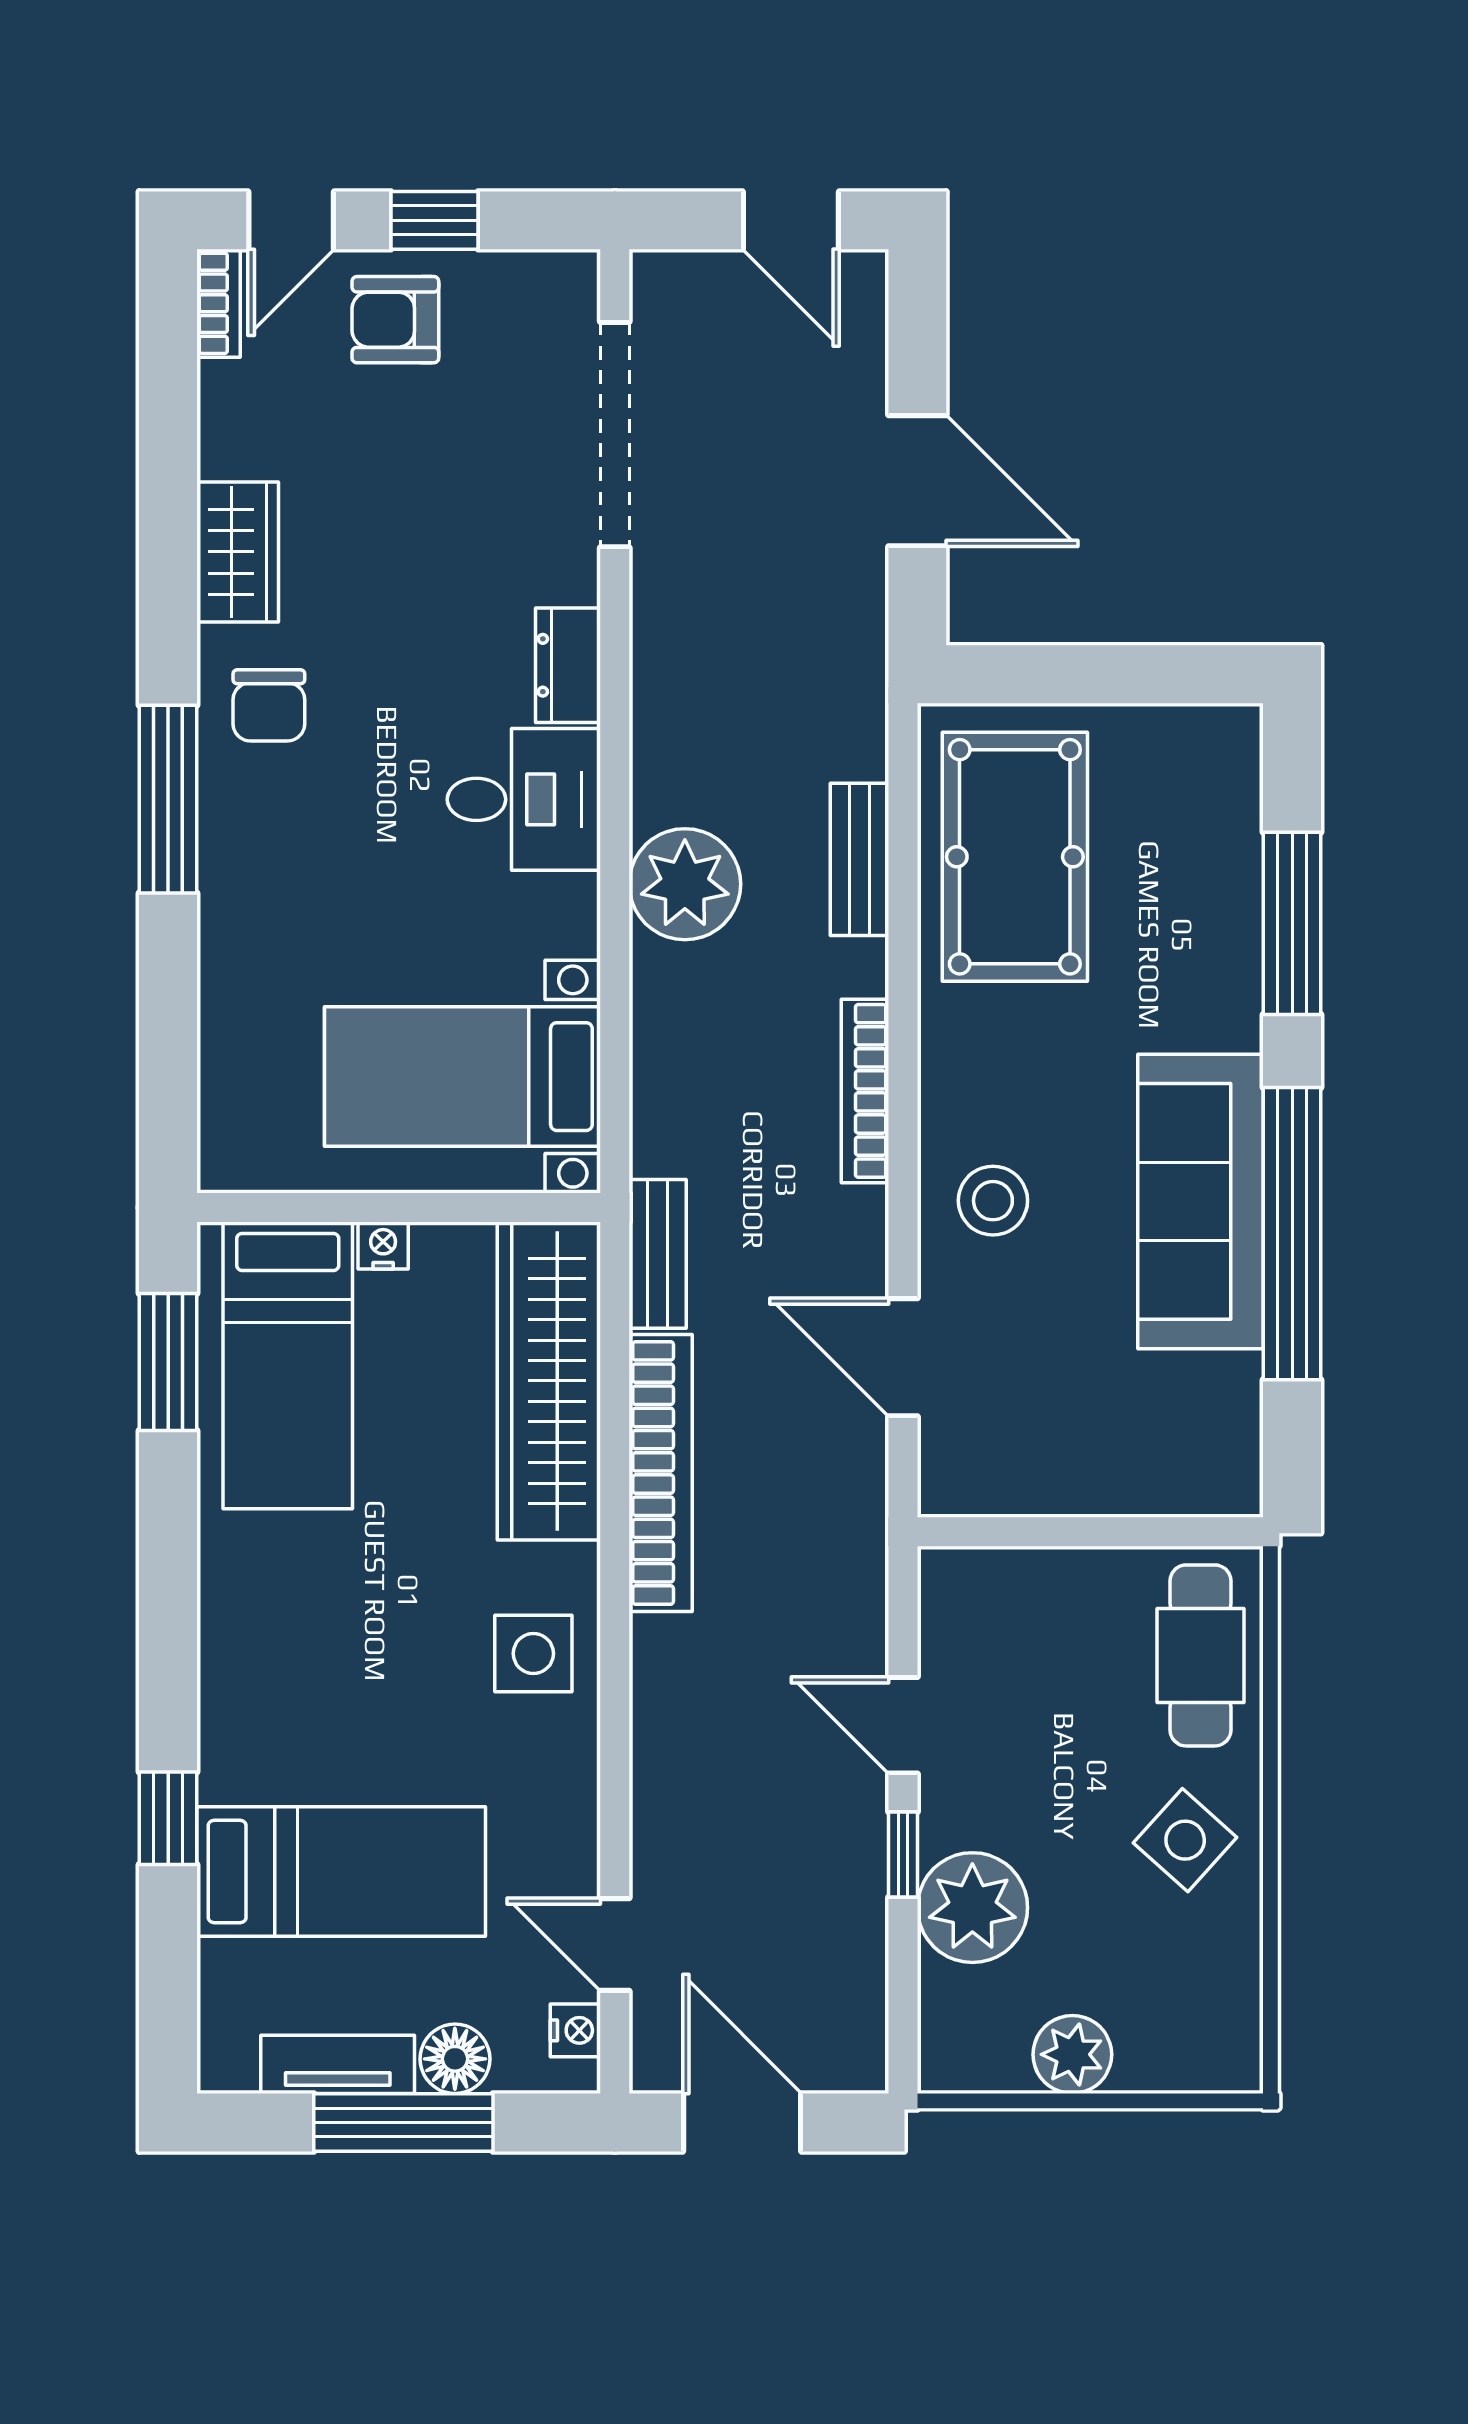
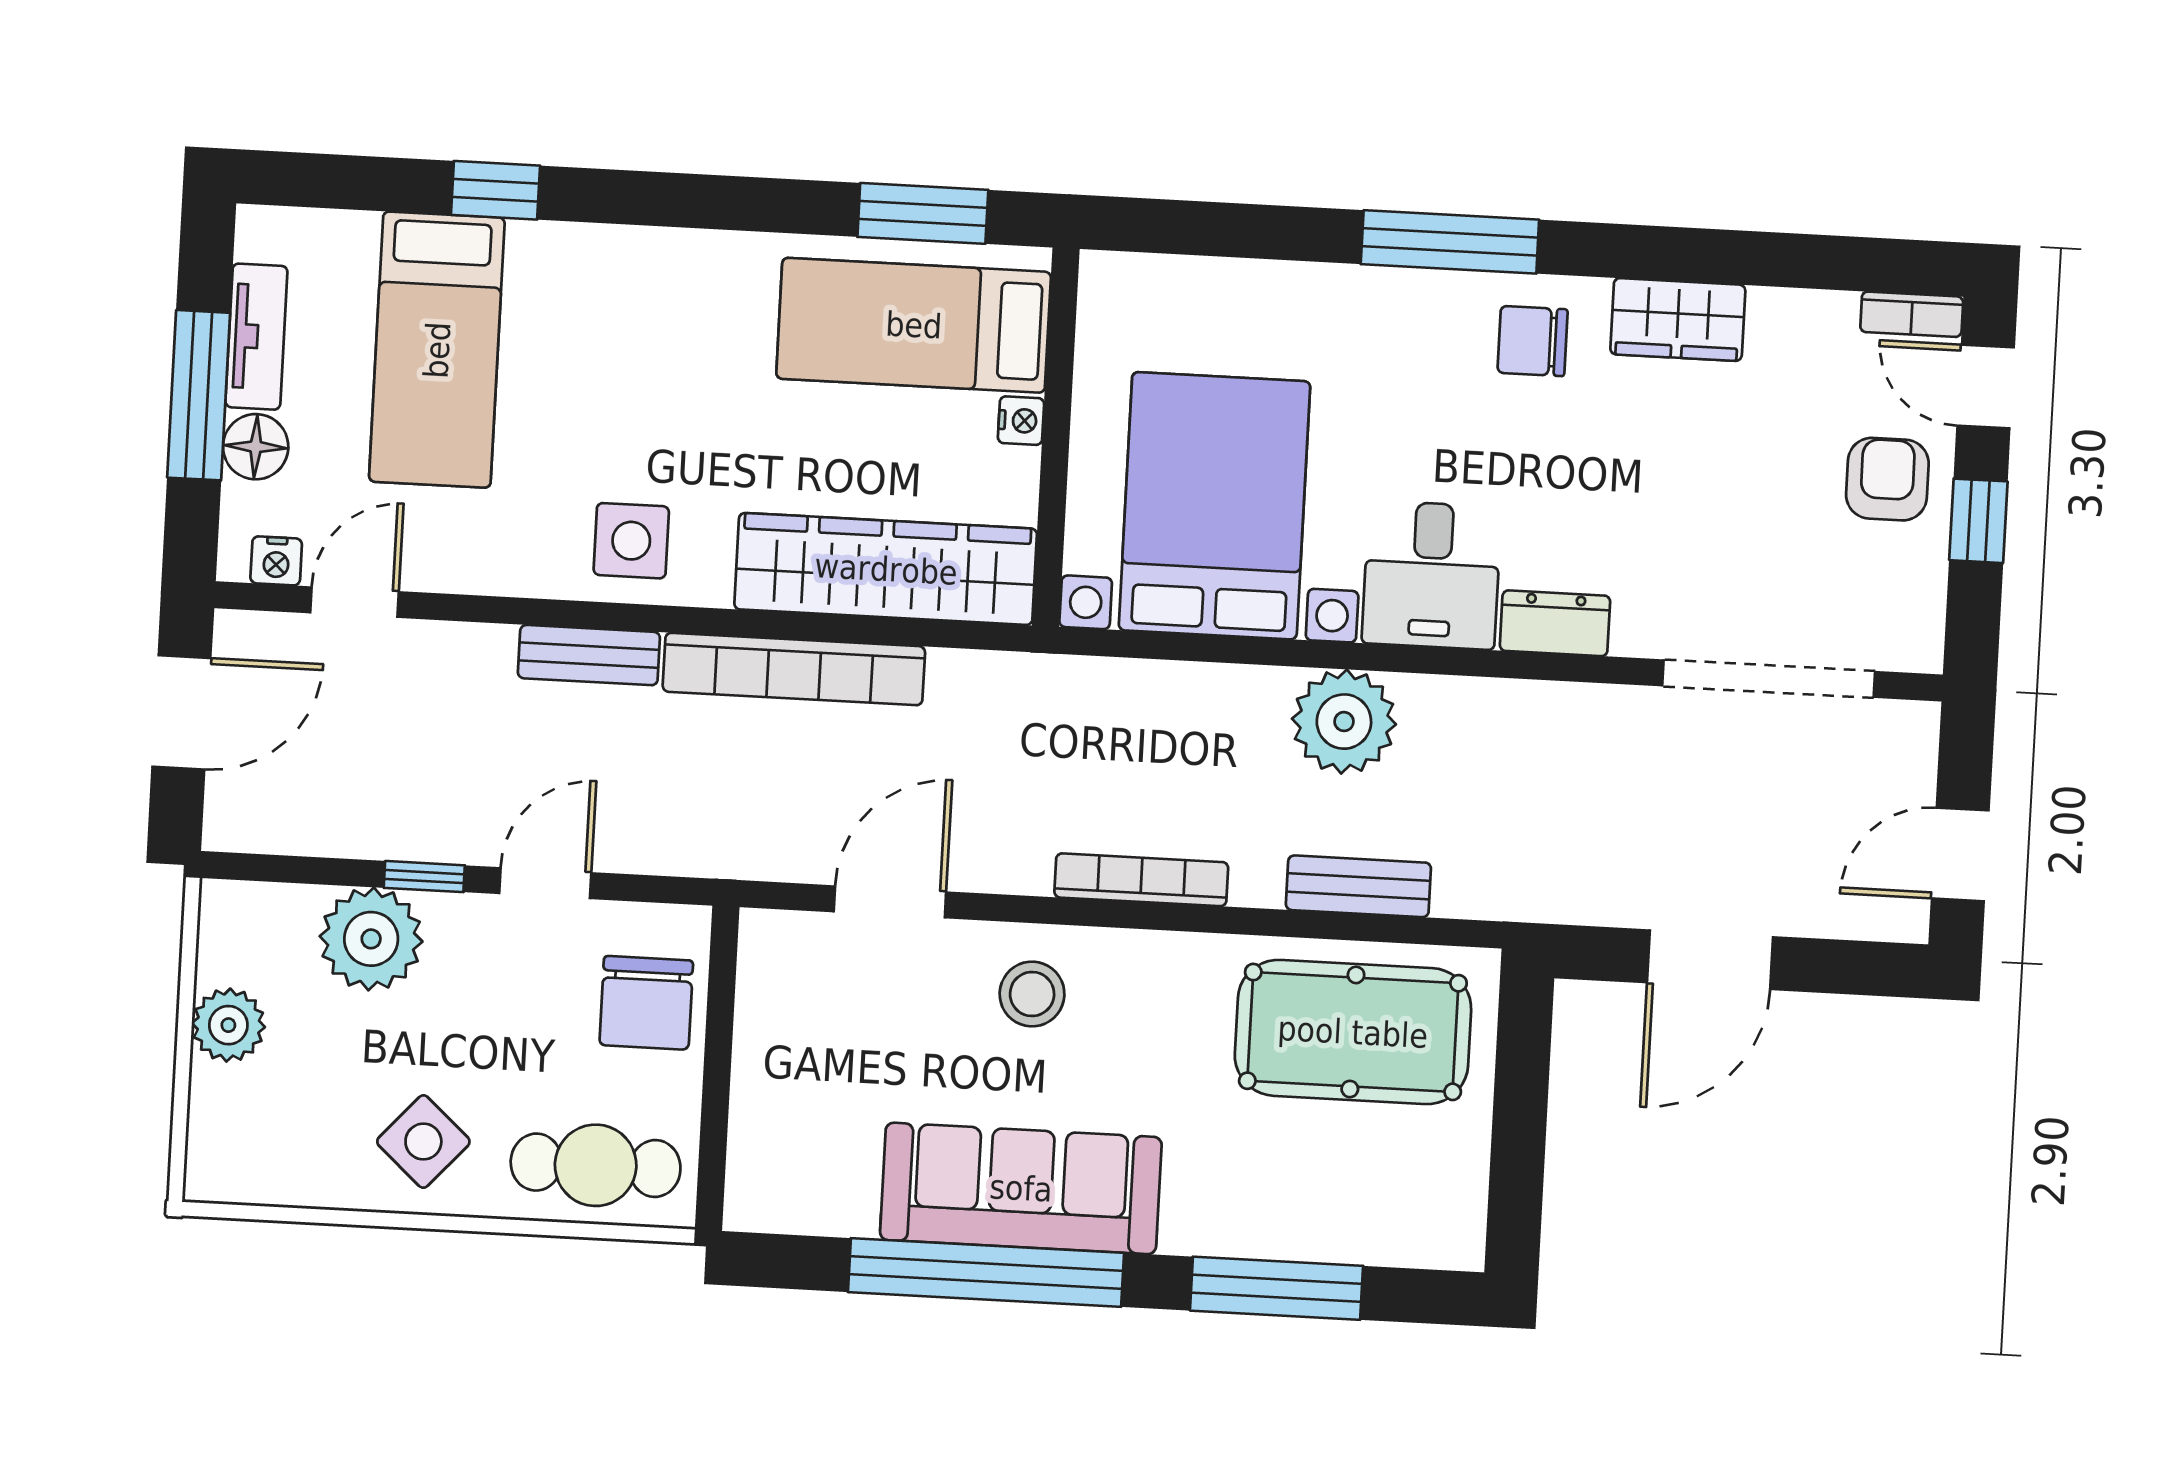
bed with nightstands: (463, 1077) -> (1214, 506), width x1.36
bench: (658, 1254) -> (589, 655), moved
chair: (1025, 1611) -> (646, 1003), added

